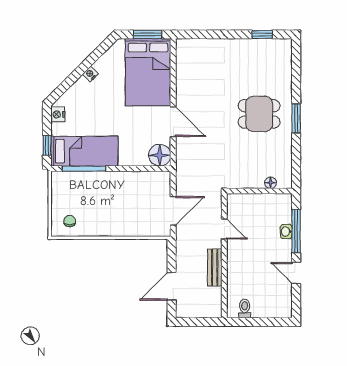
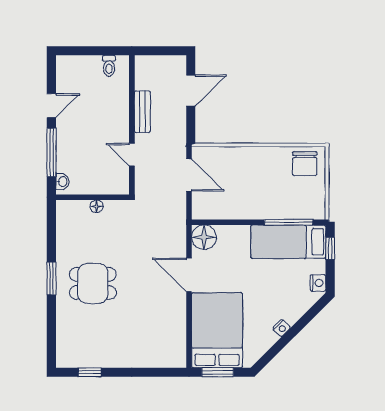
floor lamp: (271, 183) -> (97, 206), moved
door: (173, 211) -> (189, 175), swing flipped
chair: (70, 221) -> (305, 164), width x1.87, depth x1.87
washbasin: (286, 232) -> (62, 182), moved
door: (296, 273) -> (51, 106), hinge flipped

